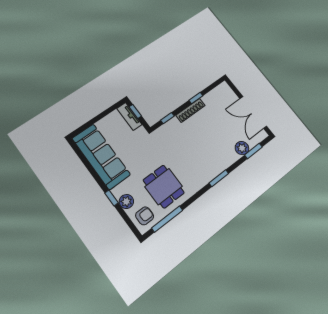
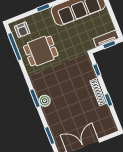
plant: (242, 148) -> (45, 101), moved
plant: (126, 201) -> (37, 18), removed

